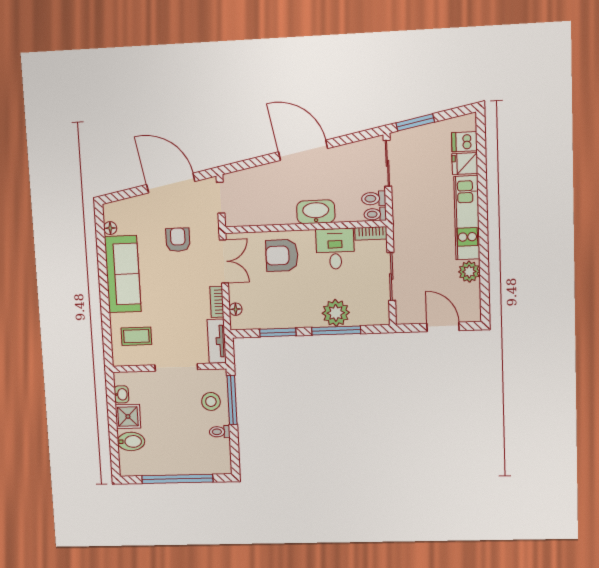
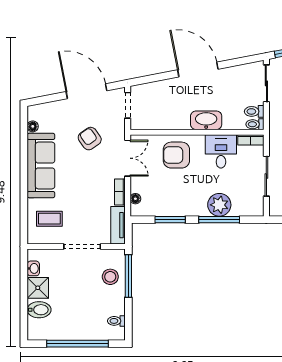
armchair: (178, 240) -> (90, 139), turned -35
toilet: (220, 432) -> (116, 321), moved

